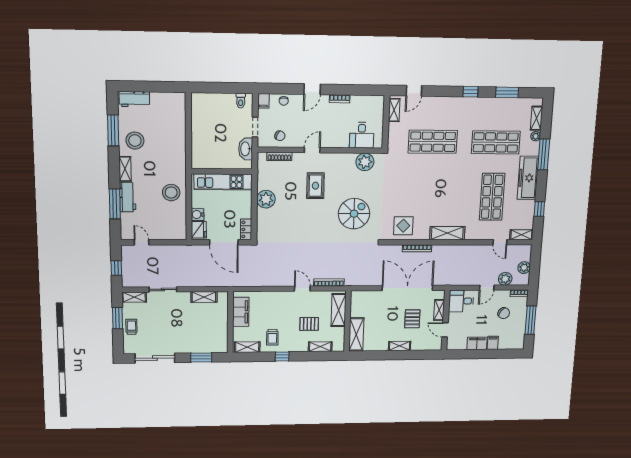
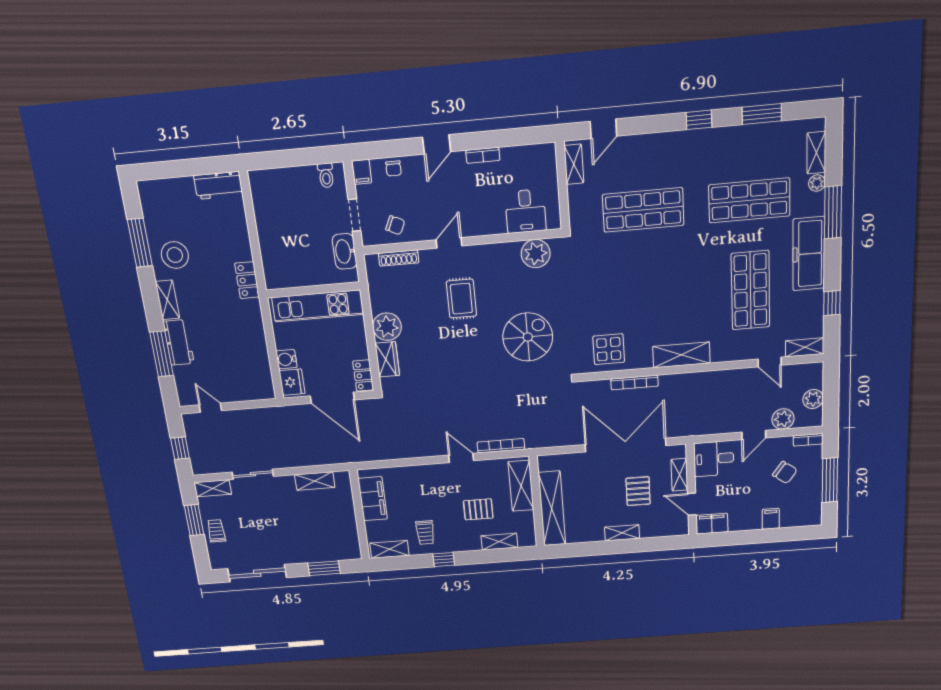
workbench: (134, 99) -> (218, 185), moved
locker: (180, 161) -> (247, 280), added
stool: (171, 193) -> (242, 329), removed
wardrobe: (263, 220) -> (387, 359), added
shelving: (356, 334) -> (552, 509), width x1.47
filing cabinet: (477, 343) -> (712, 524), moved

